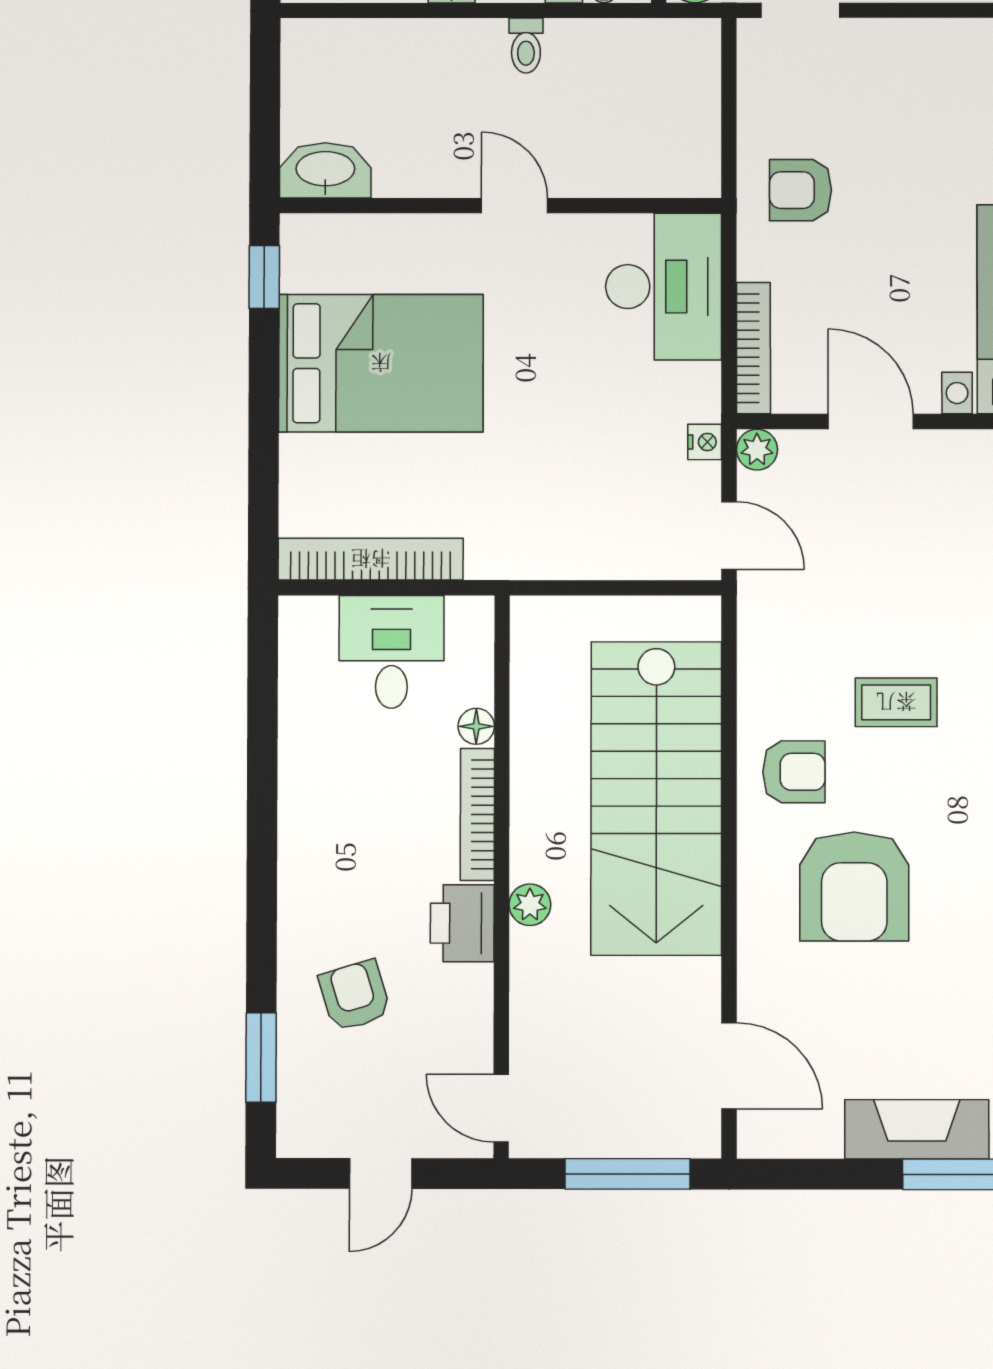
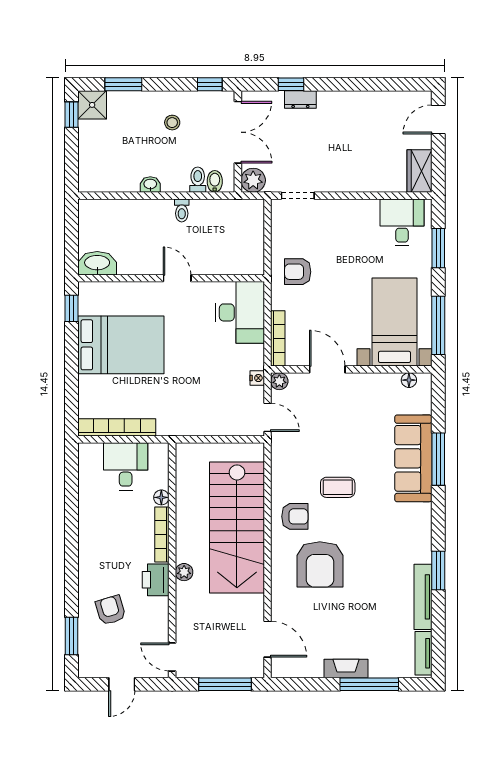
fireplace: (917, 1129) -> (346, 668), width x0.73, depth x0.76

